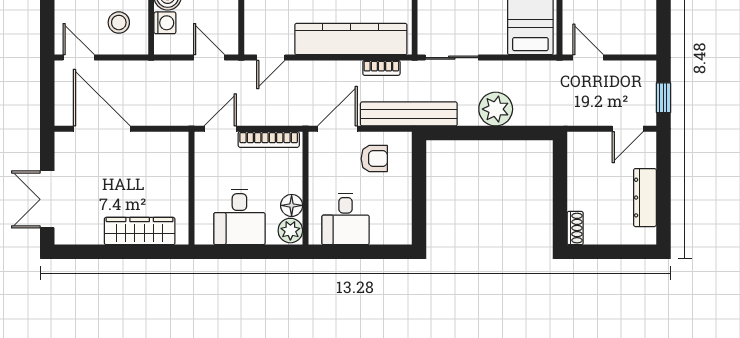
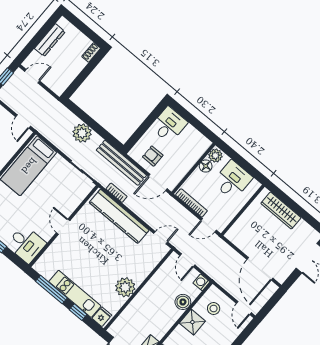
washing machine: (165, 23) -> (201, 282), moved
desk: (345, 219) -> (169, 125), moved

